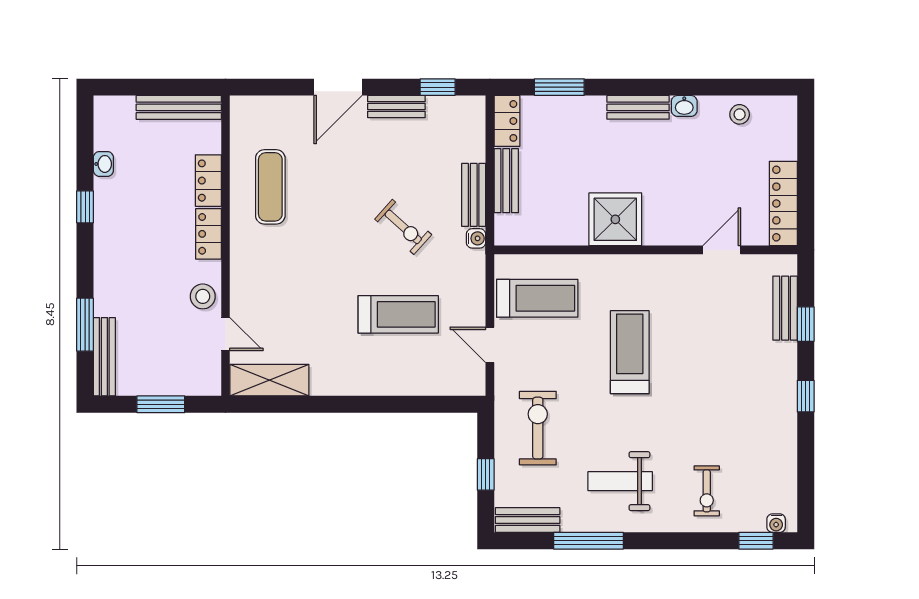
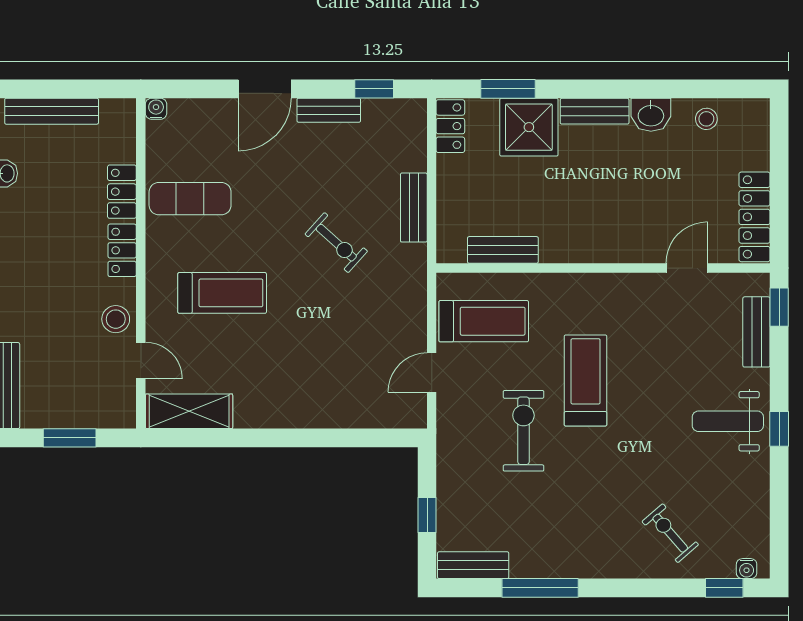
washbasin: (684, 106) -> (651, 115), width x1.38, depth x1.45
bench: (179, 107) -> (52, 111), moved
bench: (506, 181) -> (503, 250), moved, turned 90
exercise mat: (270, 187) -> (190, 199), turned 90
shower: (615, 219) -> (529, 127), moved
water cooler: (476, 238) -> (156, 109), moved, turned -90
treadmill: (398, 314) -> (222, 293), moved
window: (806, 324) -> (779, 307), moved
door: (490, 345) -> (432, 373), hinge flipped
exercise bike: (538, 428) -> (523, 431), moved
weight bench: (620, 481) -> (728, 421), moved
exercise bike: (707, 491) -> (670, 533), turned 139

